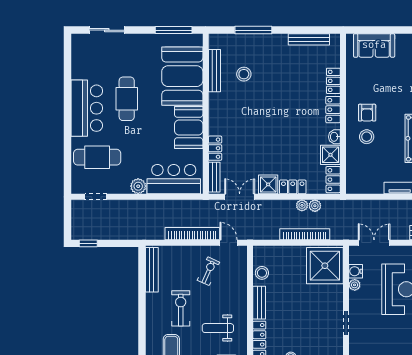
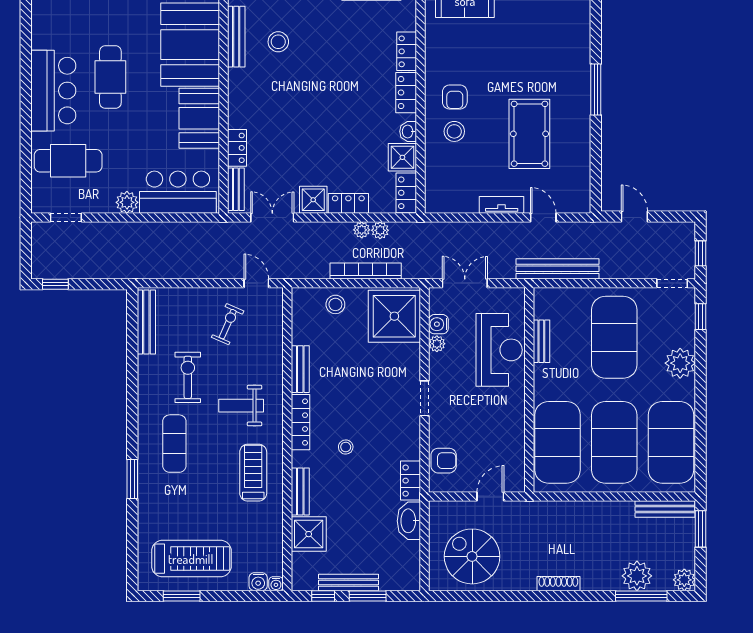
bookcase: (192, 234) -> (204, 270), removed
stool: (262, 273) -> (335, 304), moved

